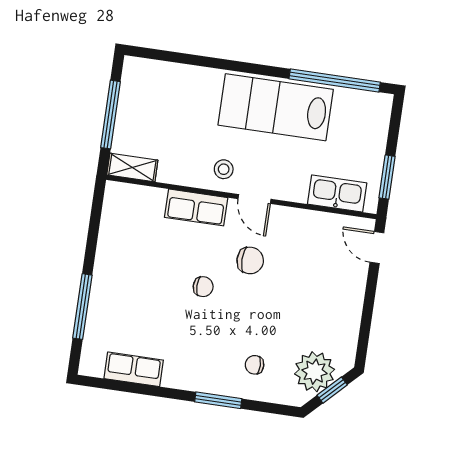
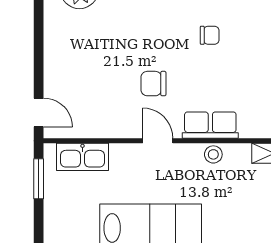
stool: (224, 169) -> (213, 154), moved
chair: (203, 287) -> (210, 35), moved, turned 180

